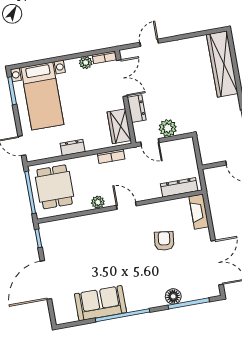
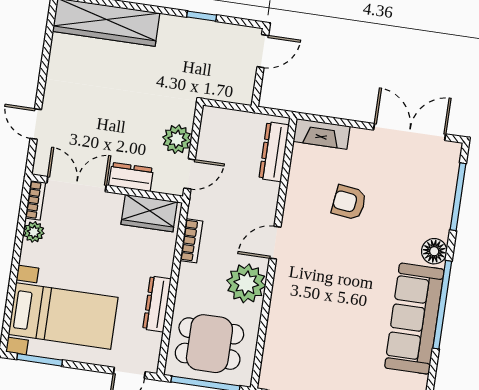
dresser: (73, 148) -> (157, 304), width x1.44
plant: (98, 202) -> (246, 283), width x1.88, depth x1.88
floor lamp: (173, 296) -> (434, 251), moved
sofa: (100, 303) -> (414, 319), width x1.36

